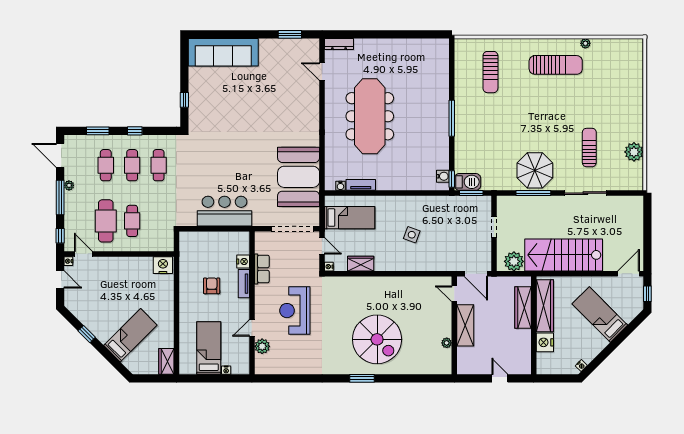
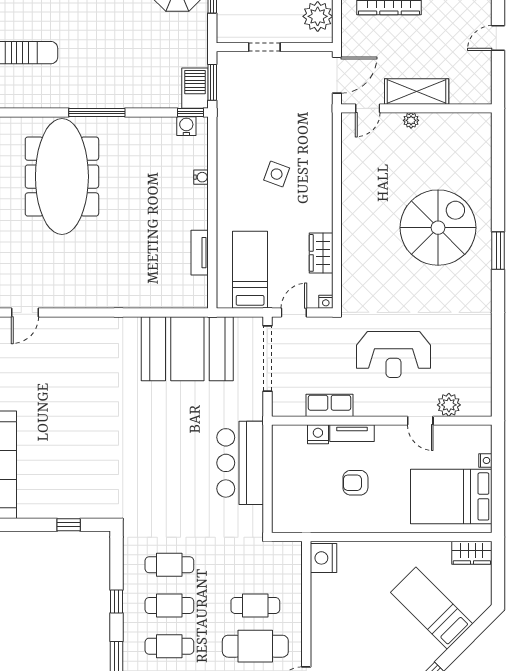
meeting table: (370, 116) -> (62, 177), moved, turned 90
water cooler: (340, 186) -> (201, 177), moved
plant: (447, 343) -> (411, 120), moved
bed: (209, 348) -> (451, 496), width x1.50

